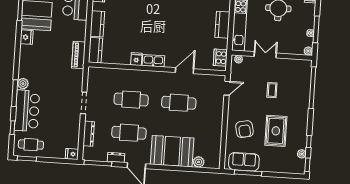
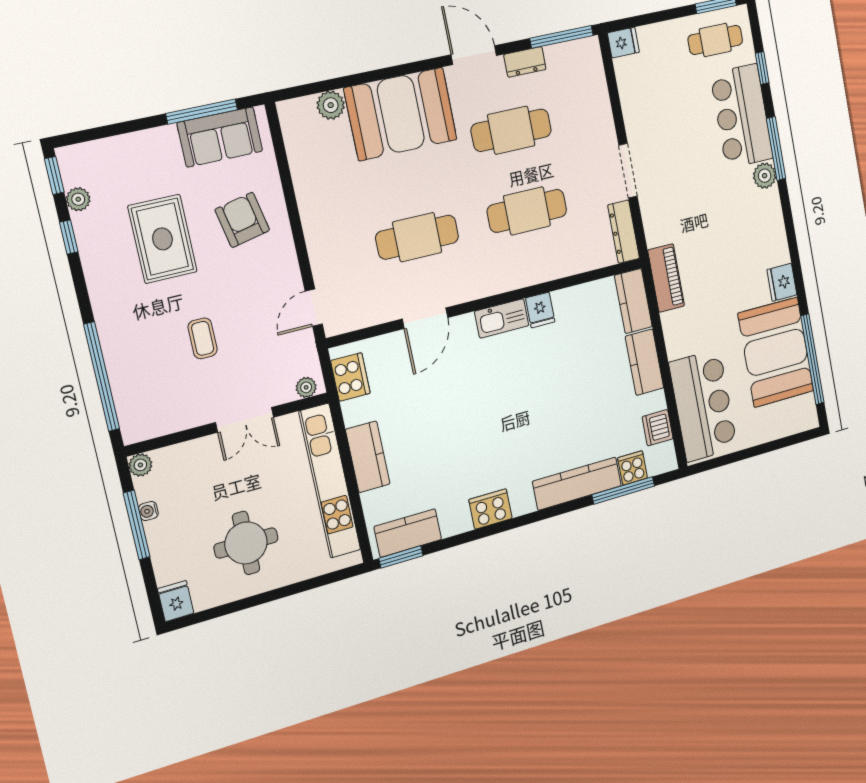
dresser: (89, 134) -> (624, 232), moved

